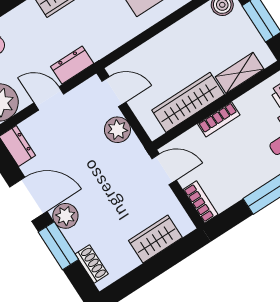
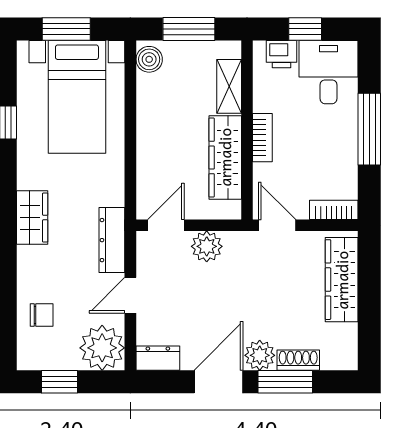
dresser: (72, 65) -> (112, 240), width x1.44
door: (164, 169) -> (277, 225), hinge flipped
wardrobe: (155, 239) -> (342, 280), width x1.50
shoe rack: (92, 264) -> (298, 360), moved

